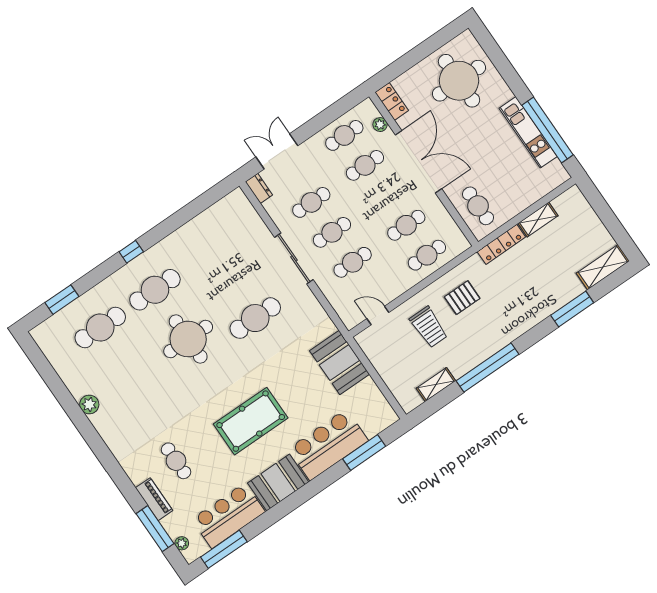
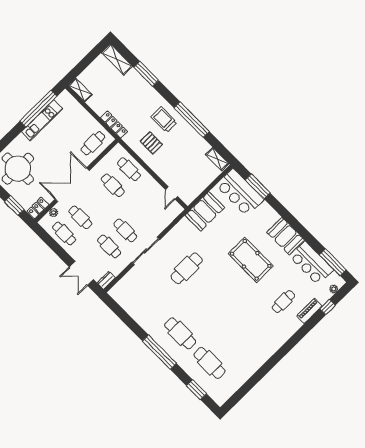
window: (402, 65) -> (14, 205), added
shelving: (538, 220) -> (80, 90), moved
window: (131, 252) -> (159, 352), width x3.17
cafe table: (353, 262) -> (142, 214), removed
cafe table: (255, 318) -> (187, 268), turned 90
trolley: (429, 327) -> (164, 120), moved, turned -90
round table: (188, 339) -> (207, 307), removed
shelving: (436, 385) -> (217, 159), moved
plant: (89, 404) -> (258, 361), removed
bar counter: (328, 445) -> (240, 192), moved
window: (155, 529) -> (328, 307), width x0.46

